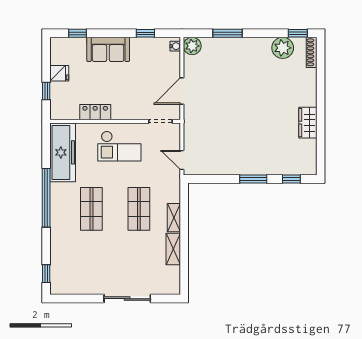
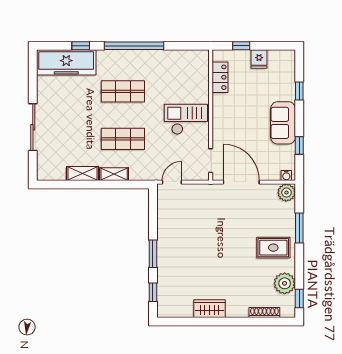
window: (78, 33) -> (299, 91), moved
sofa: (108, 49) -> (283, 123), moved
shoe rack: (312, 52) -> (264, 312), moved
rug: (247, 59) -> (273, 248), added
door: (182, 91) -> (241, 182), width x1.36
locker: (95, 112) -> (220, 77), moved
checkout: (119, 146) -> (186, 119), turned 90
freezer: (63, 152) -> (66, 62), moved
window: (46, 274) -> (81, 46), moved

